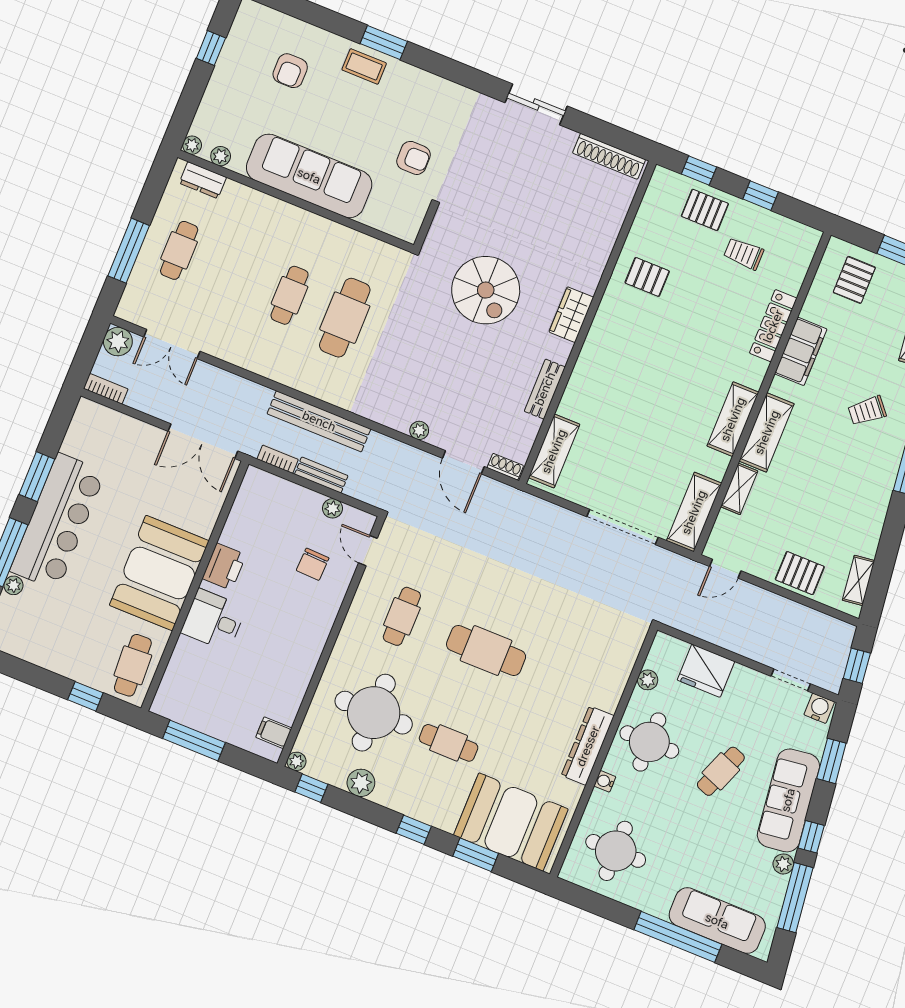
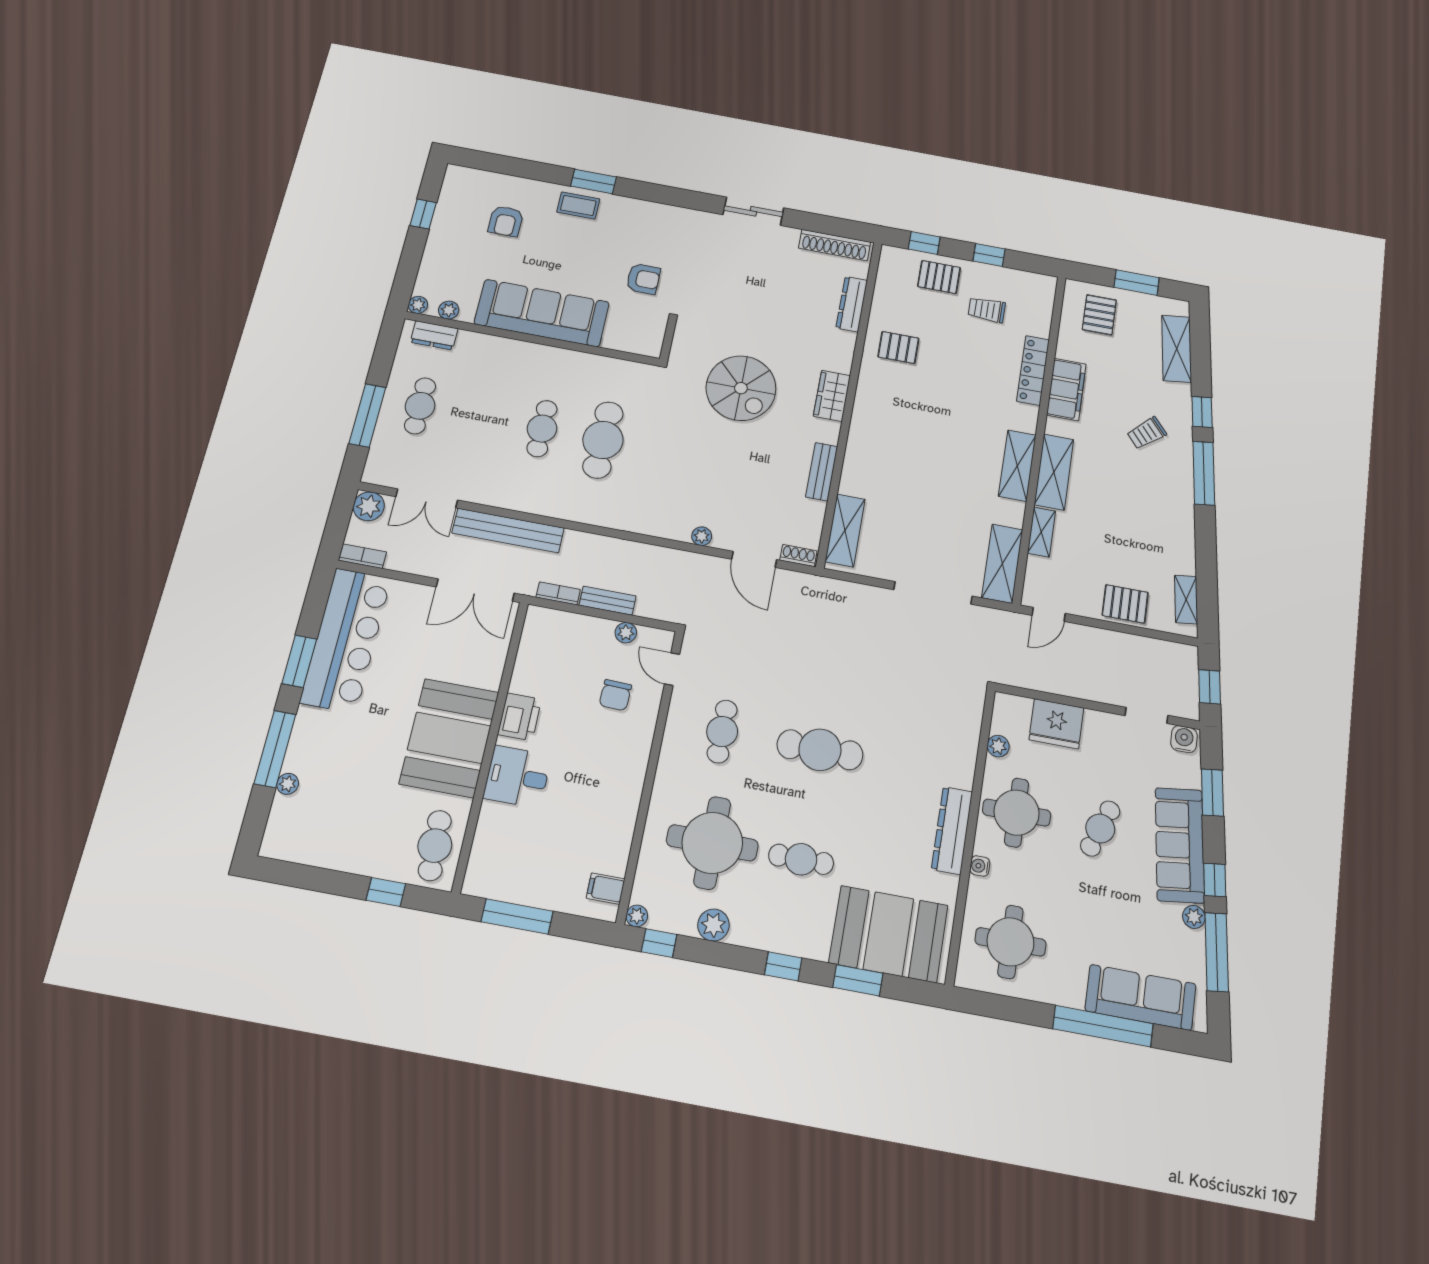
dresser: (612, 223) -> (852, 304), added
bench: (319, 421) -> (508, 531), moved
bar counter: (58, 521) -> (346, 640), moved

